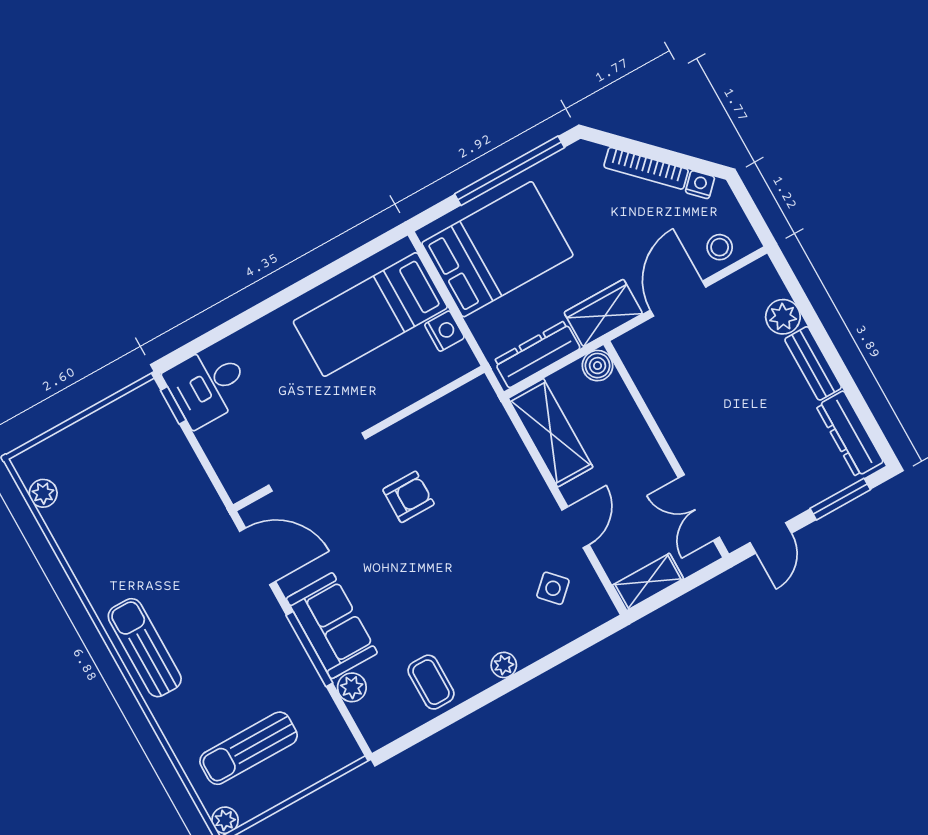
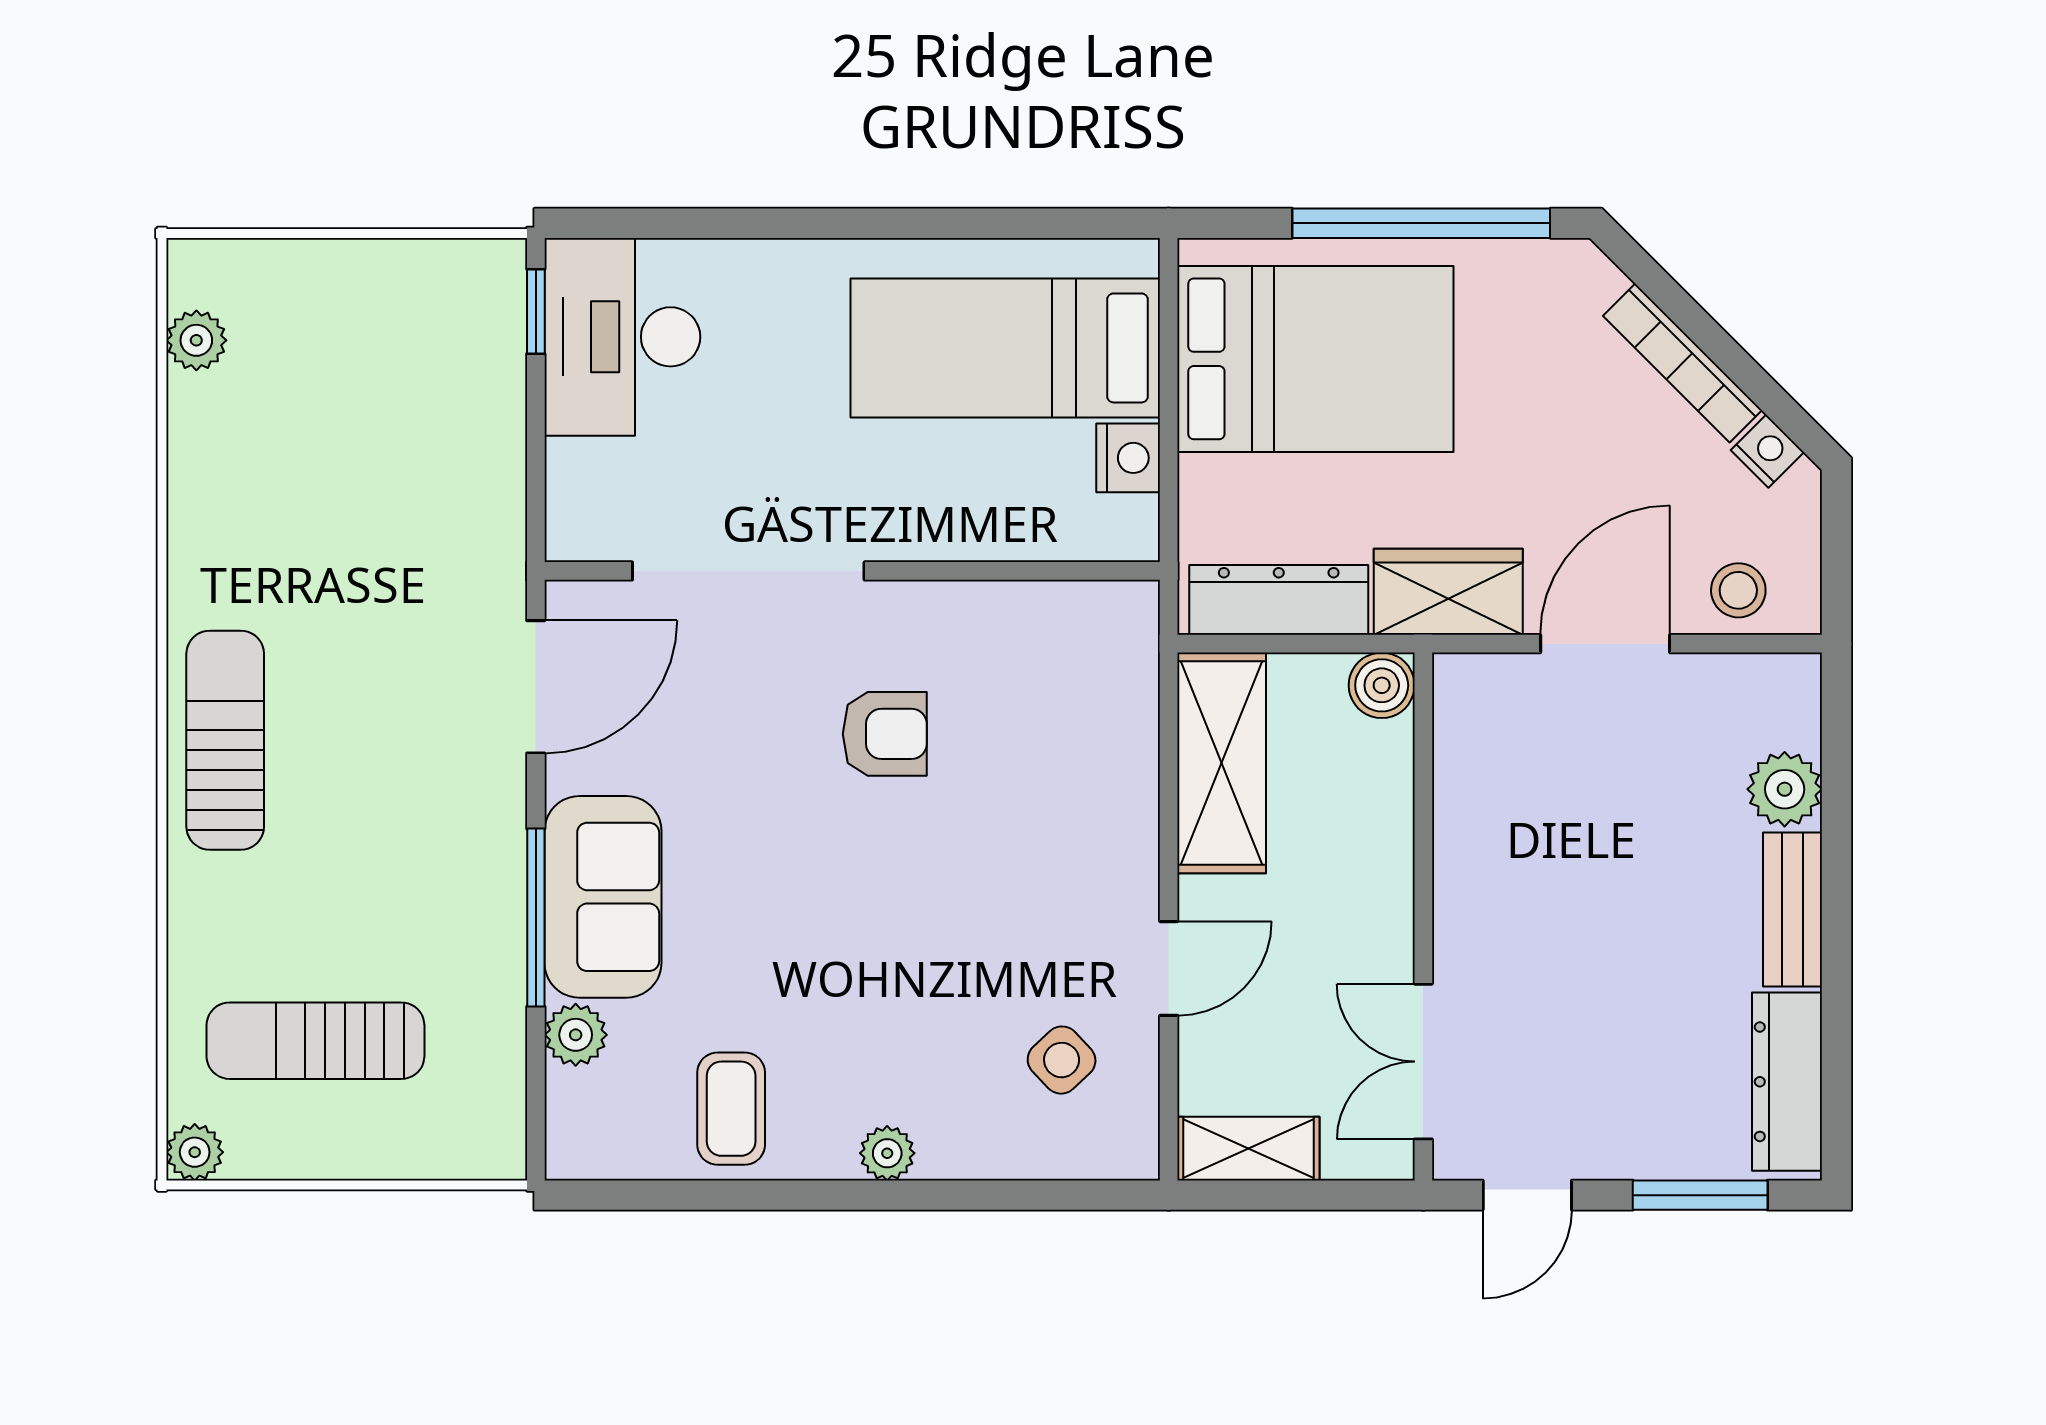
desk: (208, 385) -> (622, 337), width x1.37
door: (258, 556) -> (536, 687), hinge flipped

